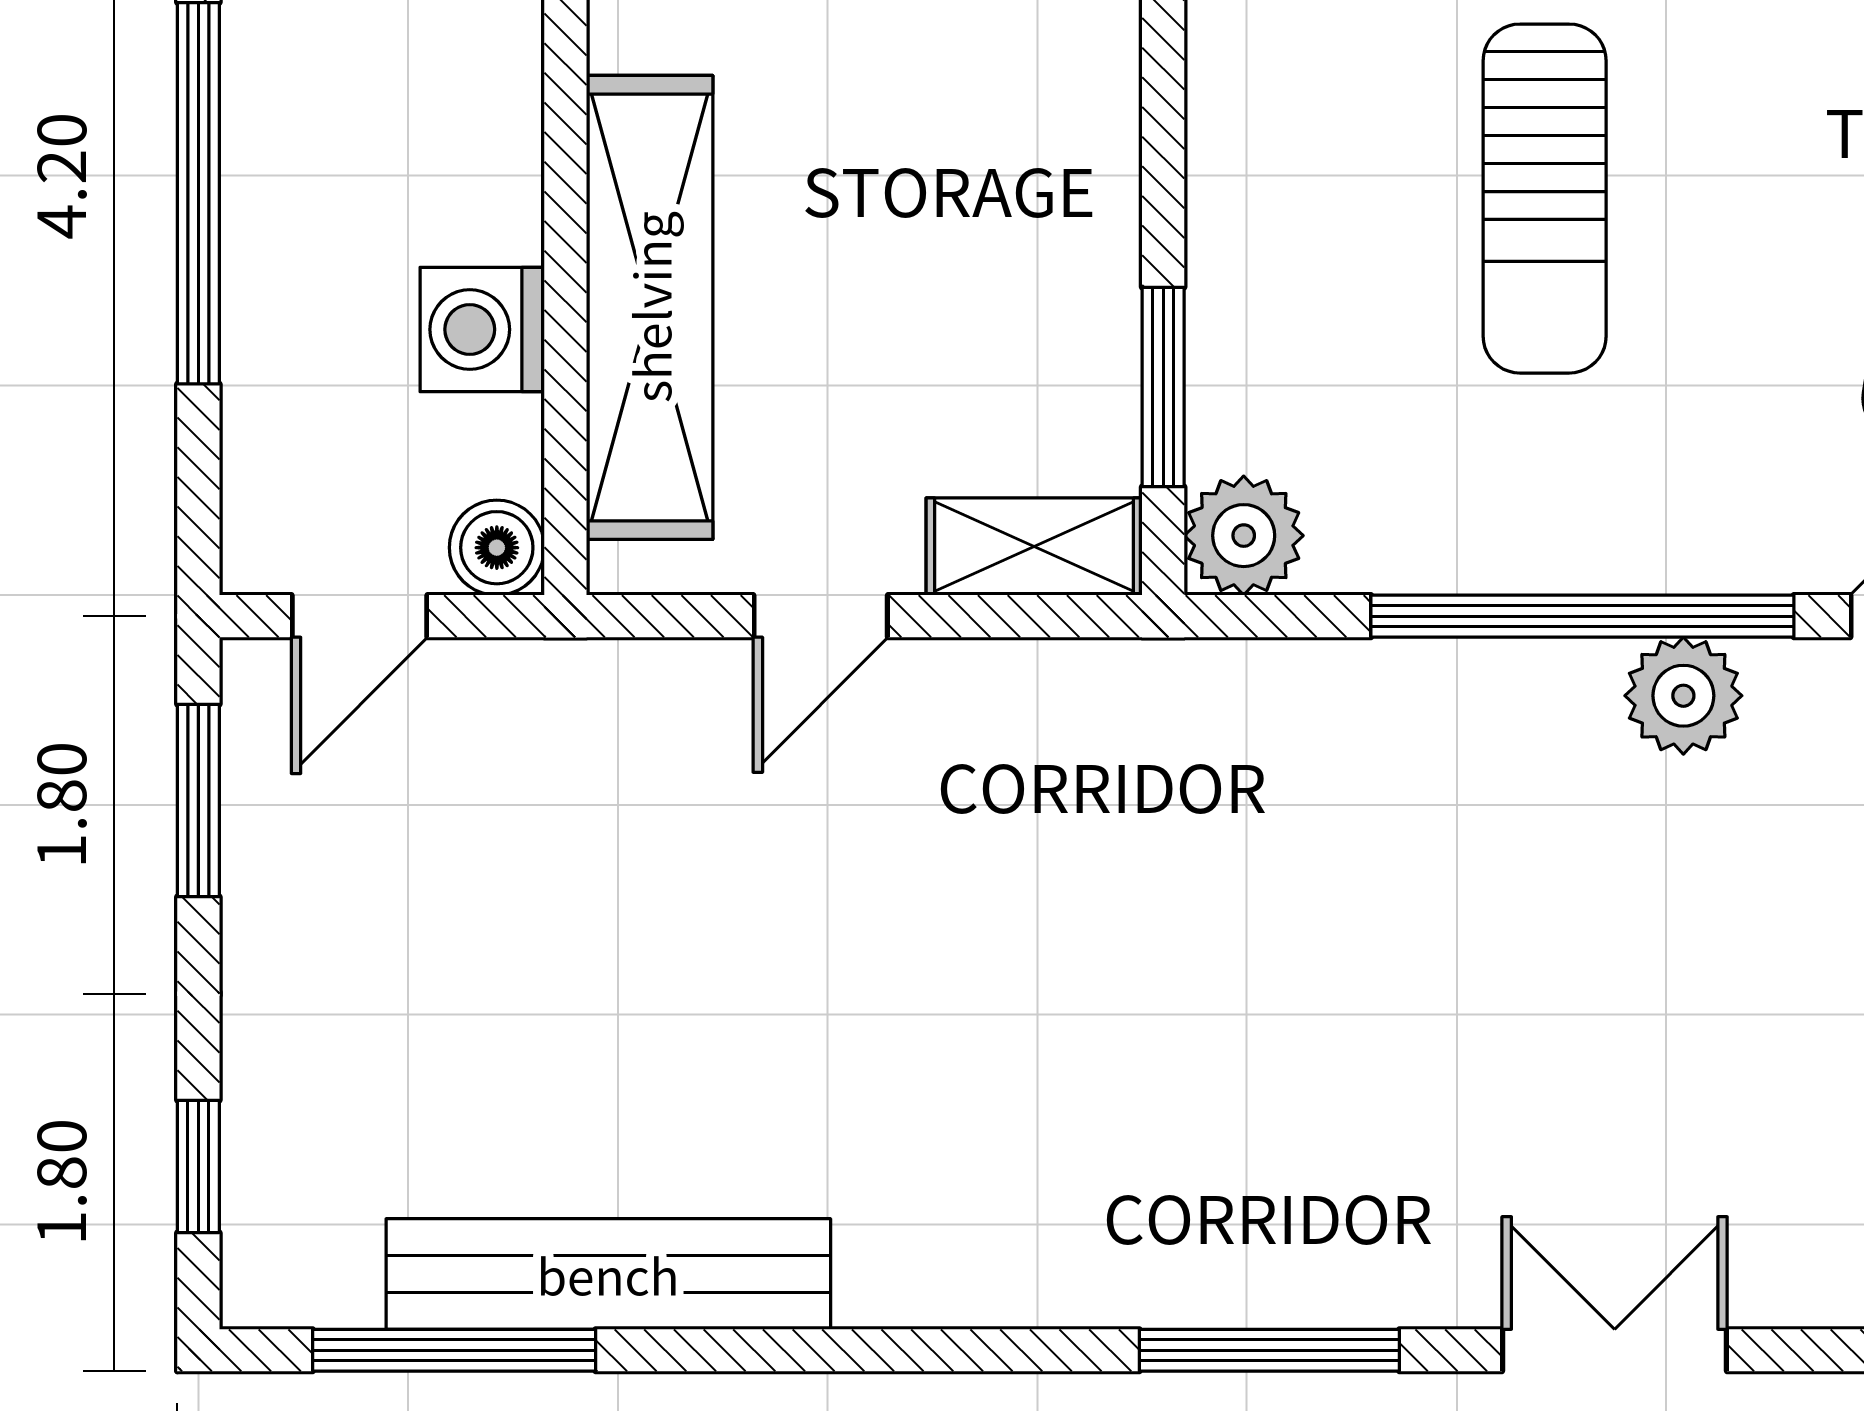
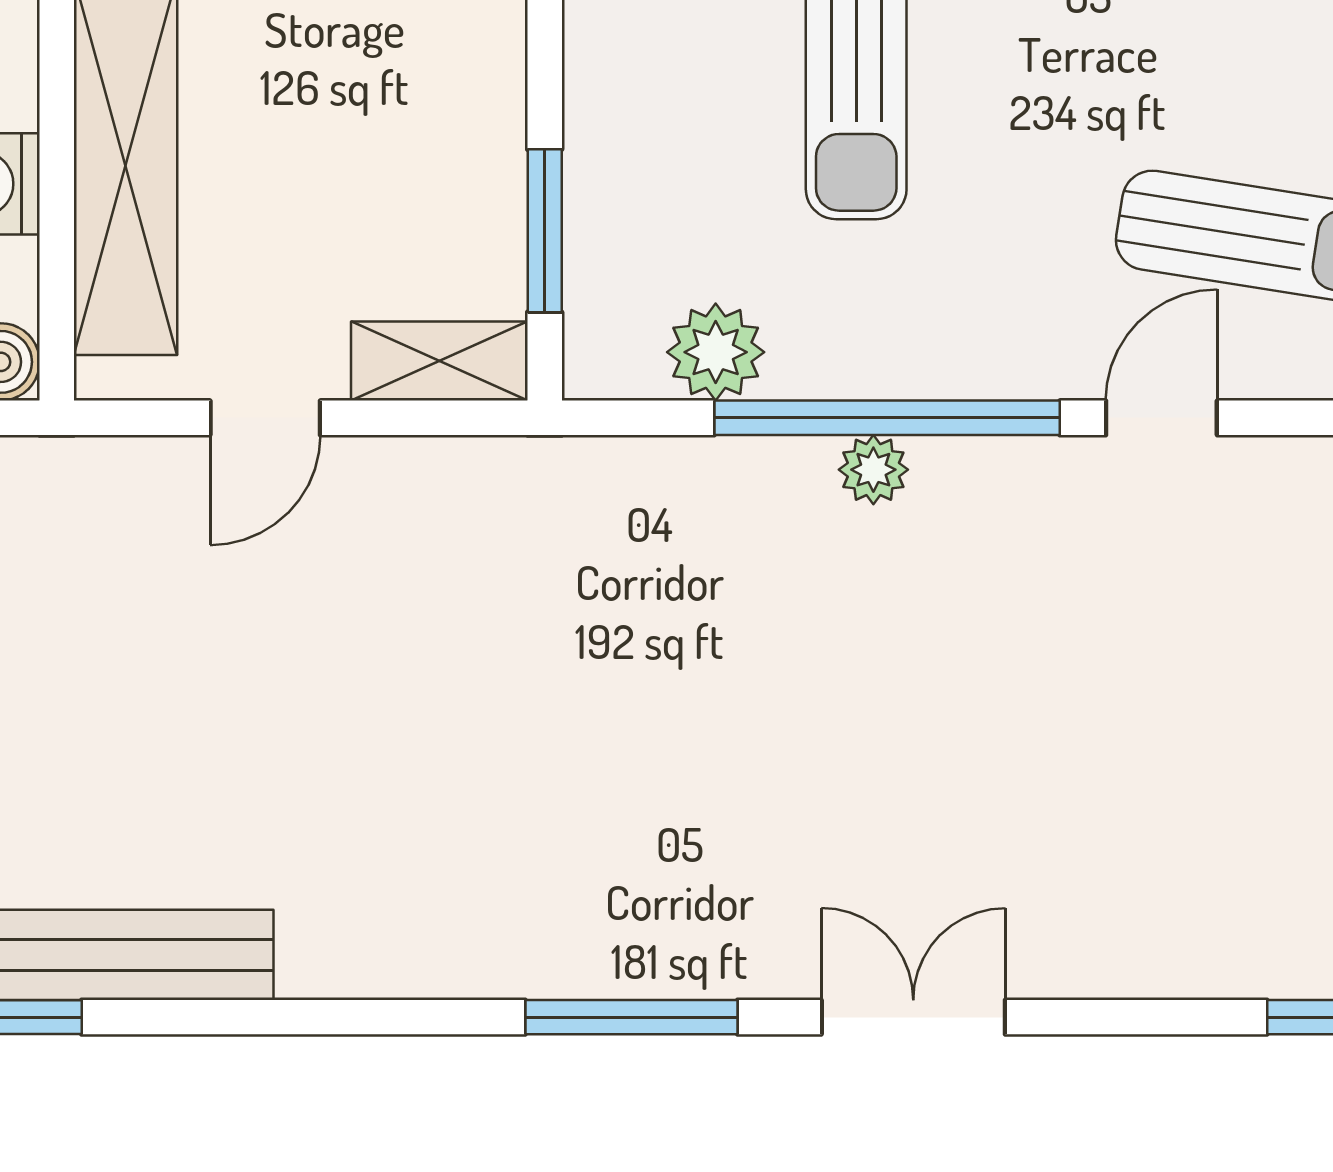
plant: (1244, 536) -> (716, 352), moved
plant: (1683, 696) -> (873, 470), moved, width x0.73, depth x0.73

